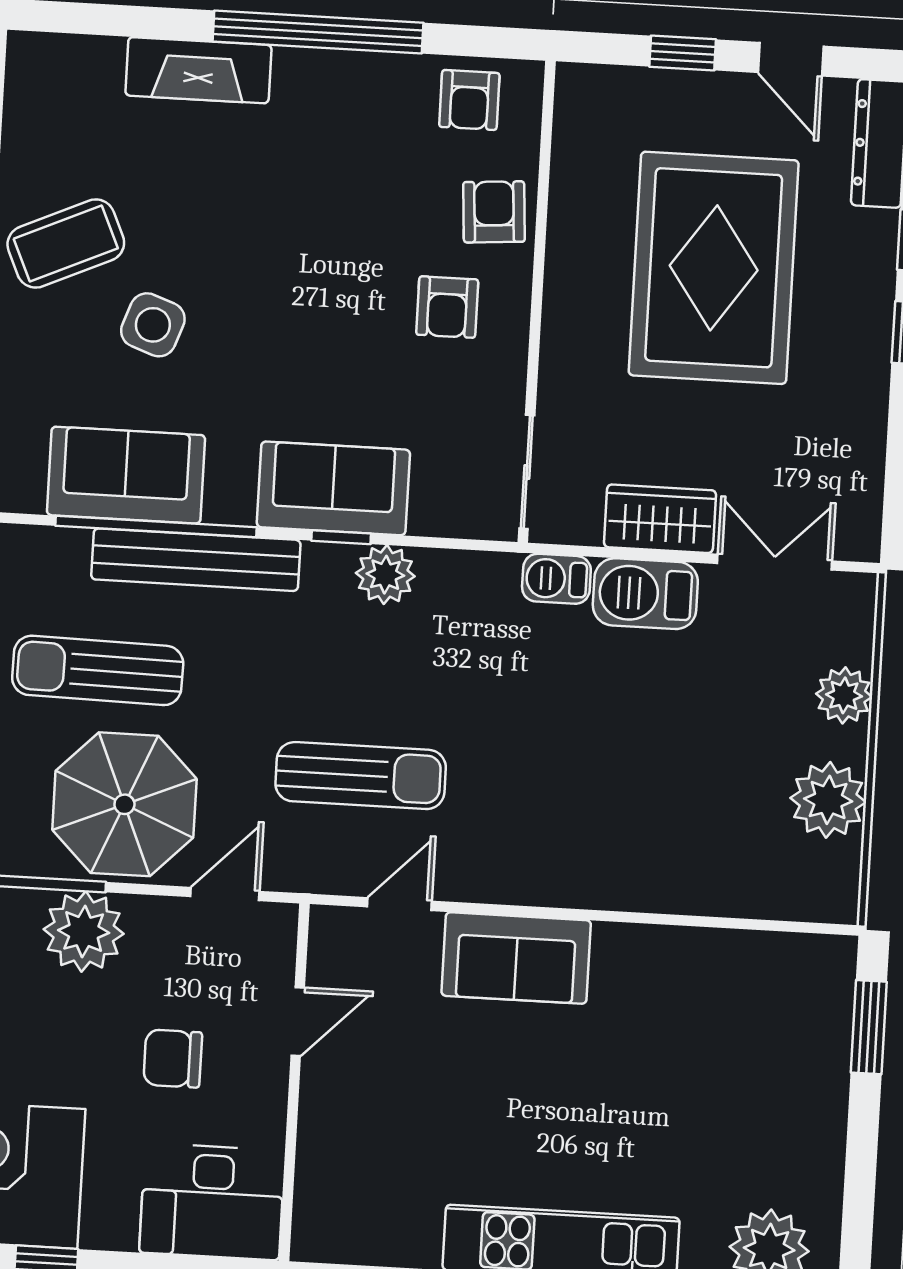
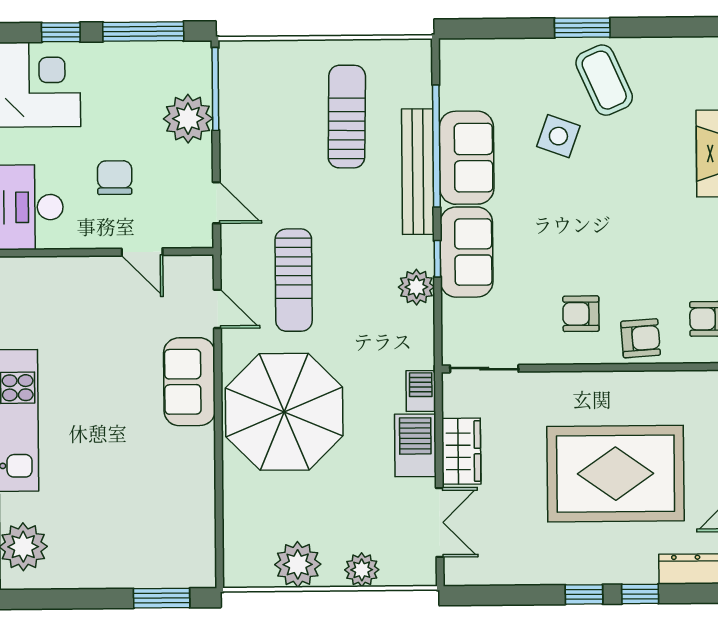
sofa: (126, 475) -> (467, 158), moved
parasol: (124, 804) -> (284, 412), moved, width x1.36, depth x1.36

